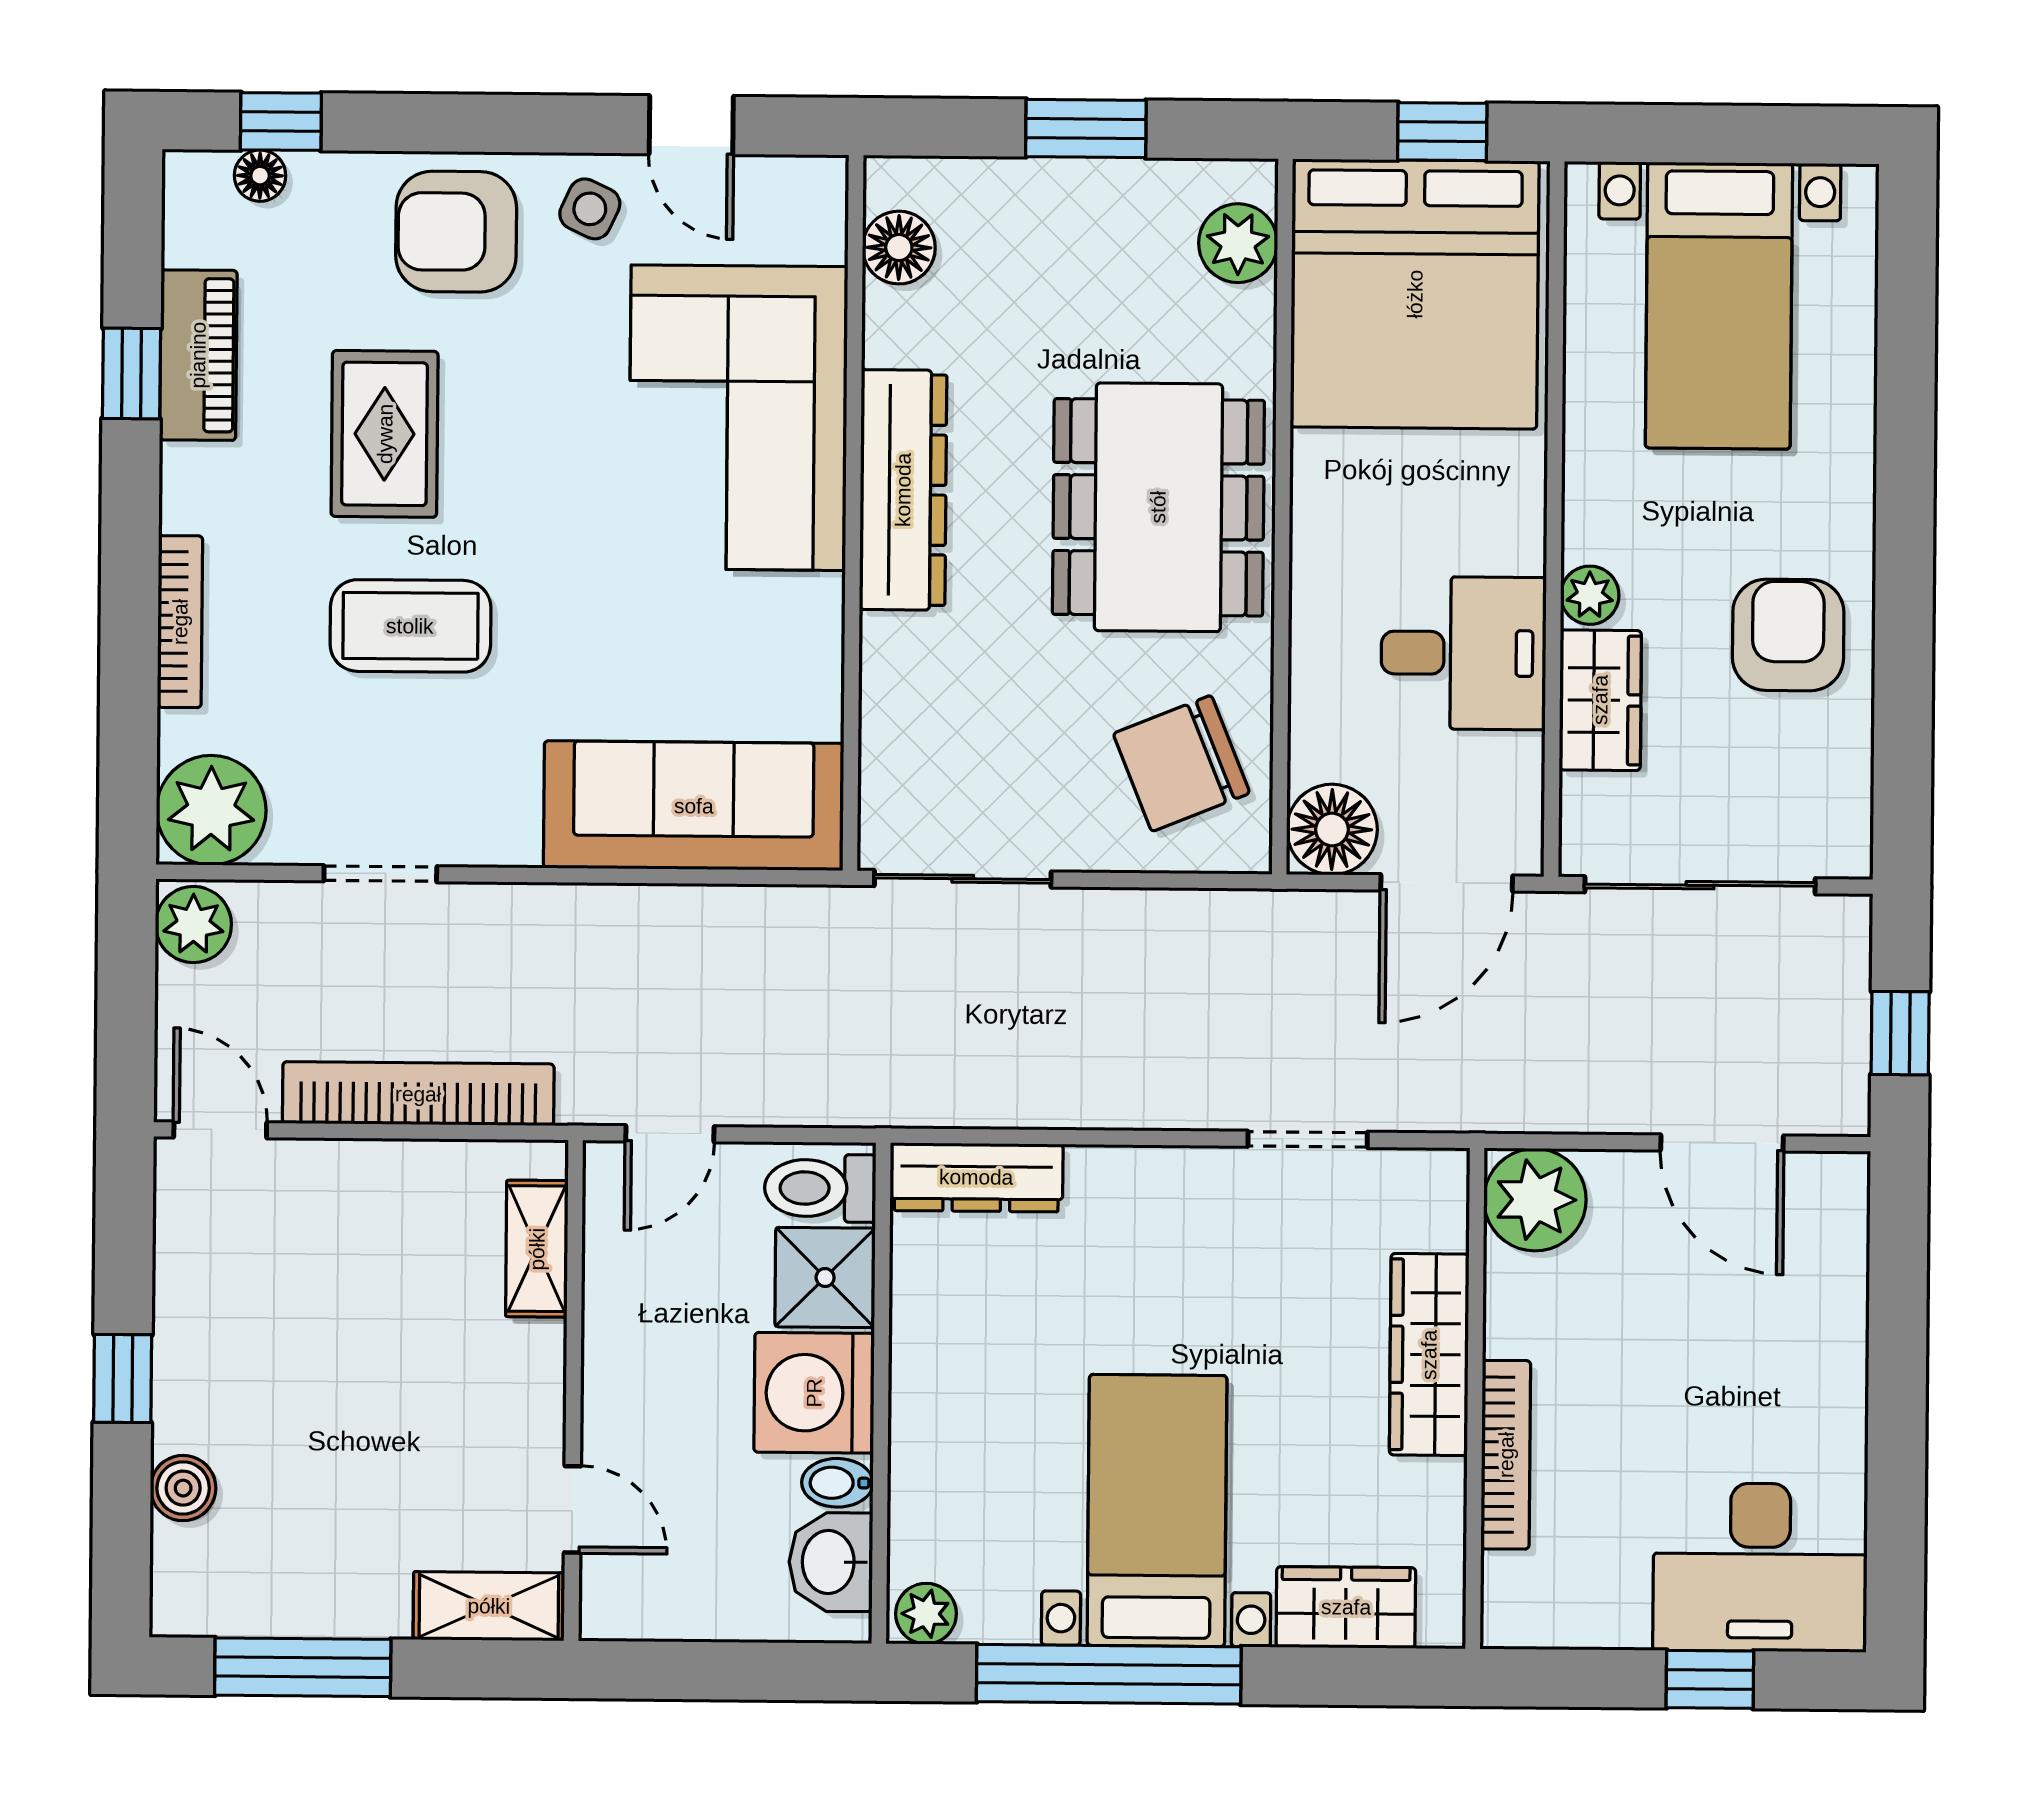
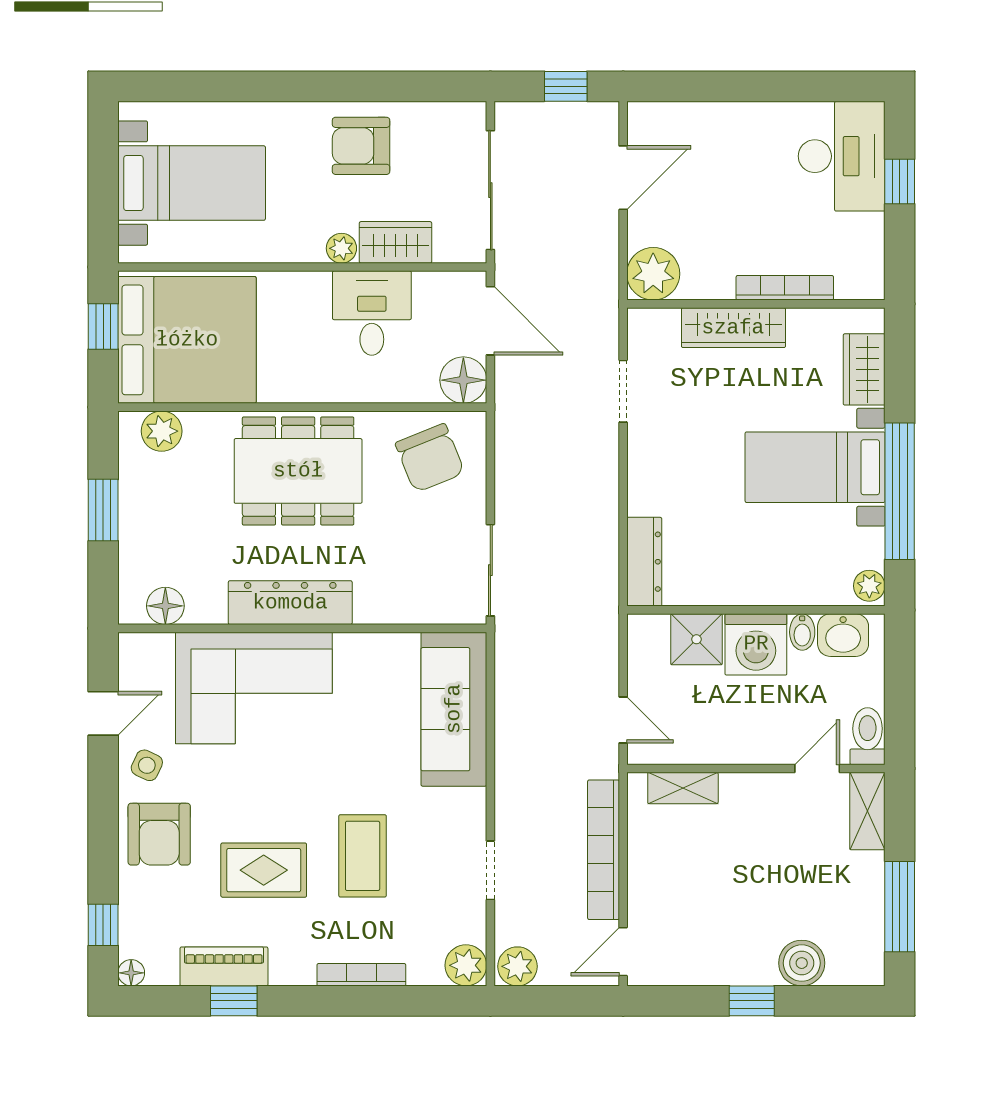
floor lamp: (260, 176) -> (131, 973), moved
plant: (211, 810) -> (466, 965), width x0.73, depth x0.73
toilet: (820, 1188) -> (868, 736), moved, turned 180
boiler: (183, 1488) -> (802, 963), width x1.36, depth x1.36

